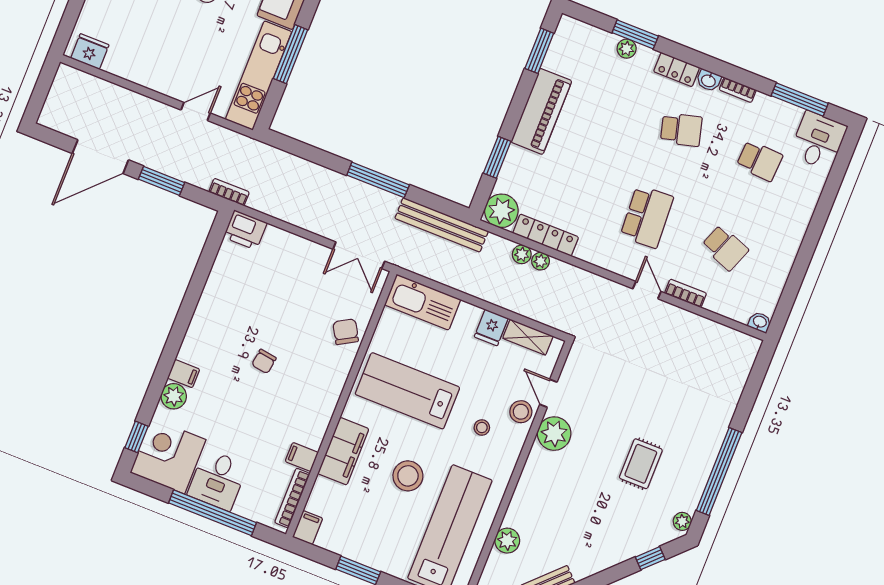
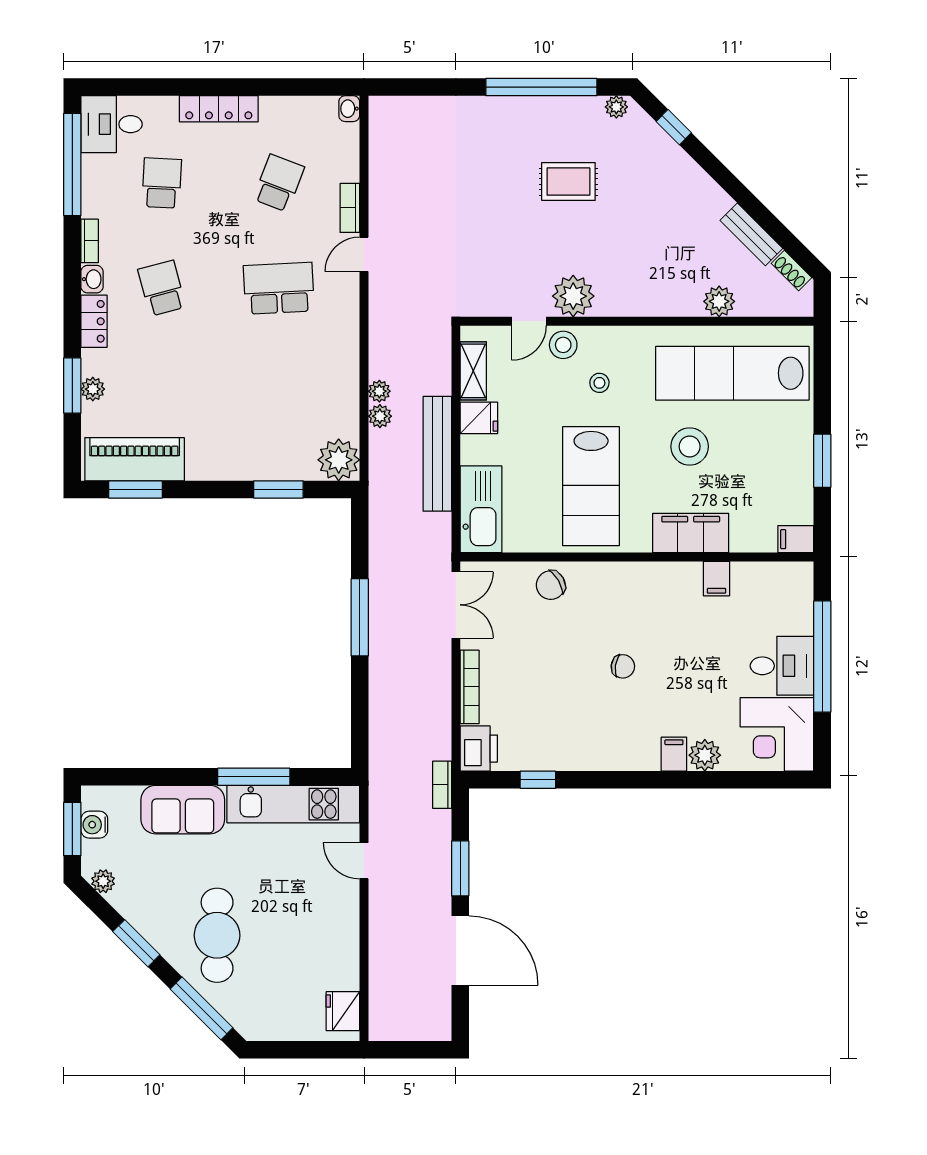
window: (800, 100) -> (72, 165), width x1.46
piano: (541, 111) -> (135, 459), moved
bench: (442, 225) -> (437, 454), moved
locker: (546, 235) -> (219, 109), moved, turned -90
window: (137, 437) -> (538, 780), moved
bookcase: (292, 498) -> (470, 687), moved, turned -90

